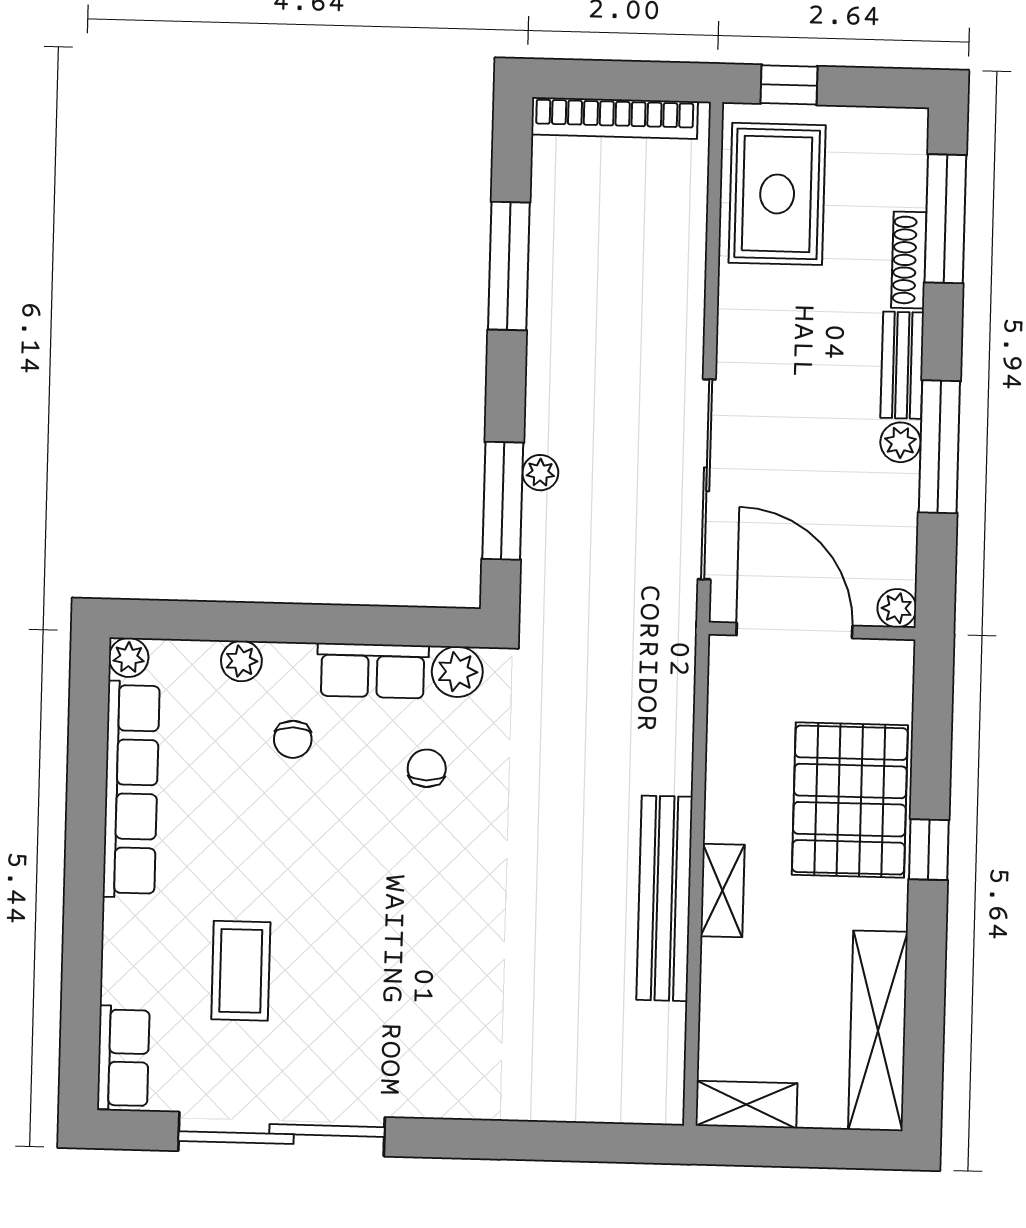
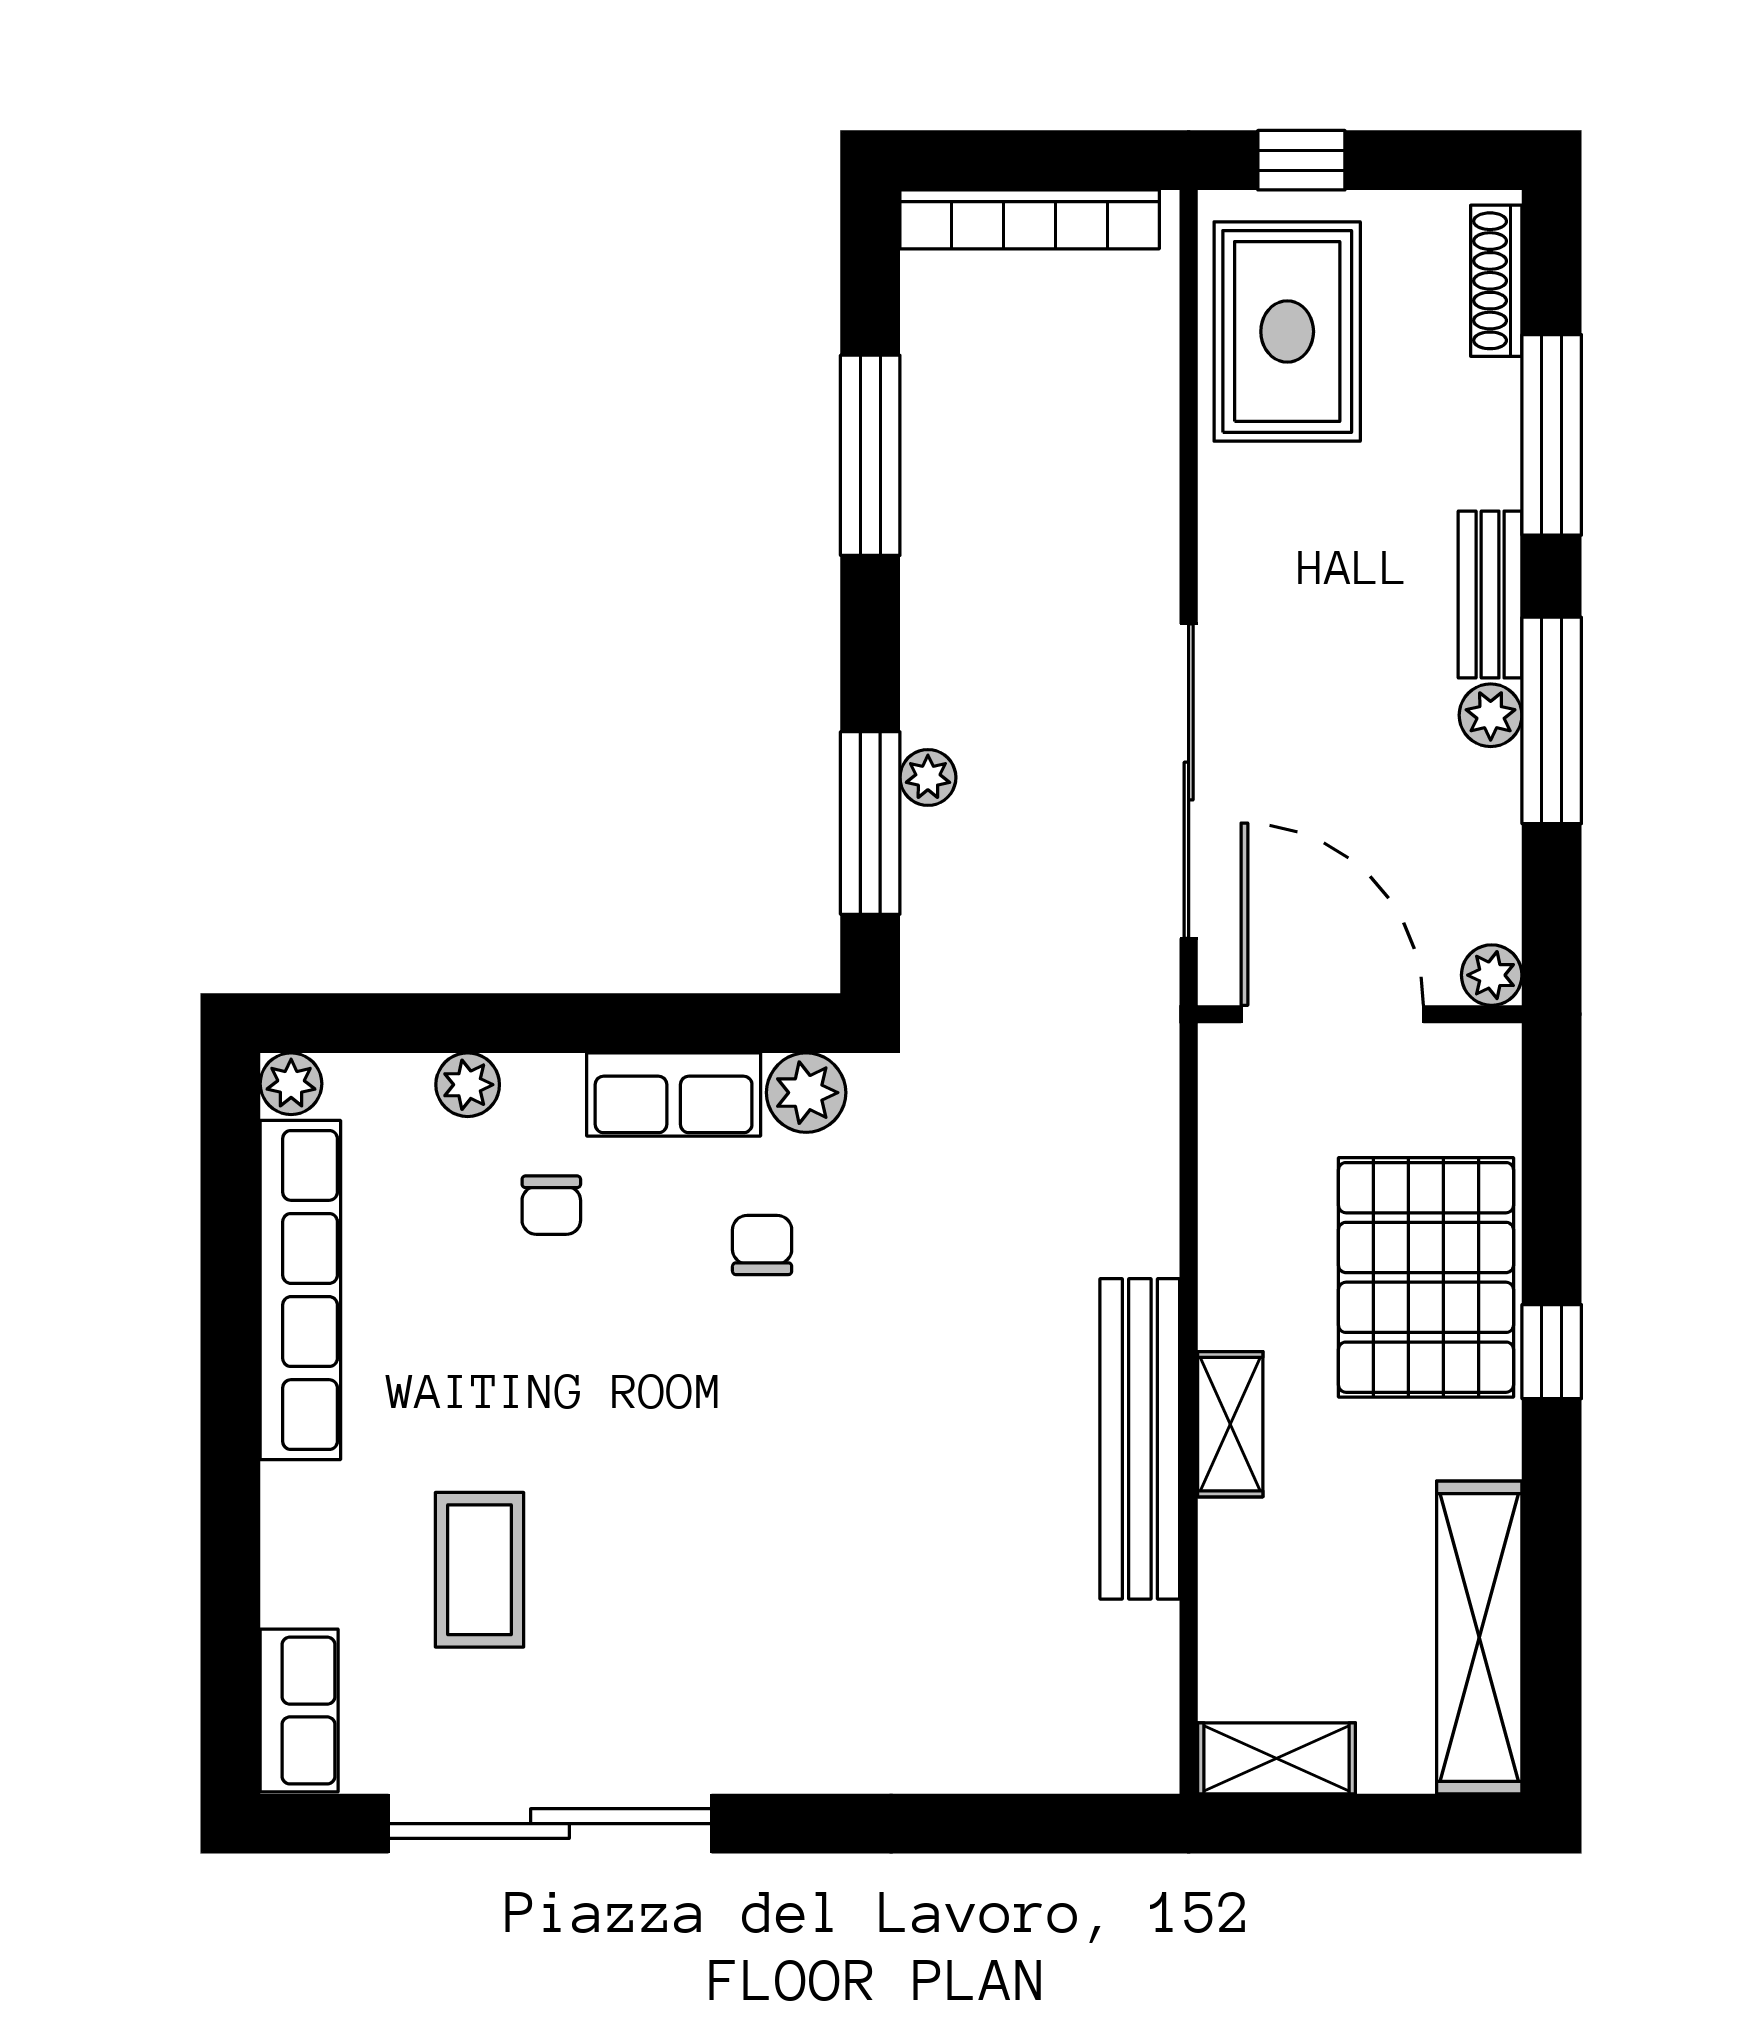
window: (945, 219) -> (1552, 435), moved
shoe rack: (909, 260) -> (1496, 281), moved

